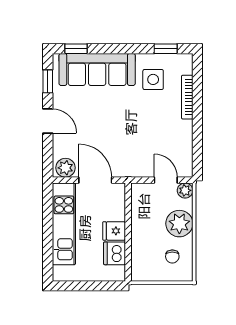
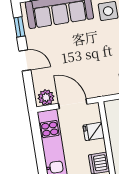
fridge: (114, 231) -> (94, 131), moved

